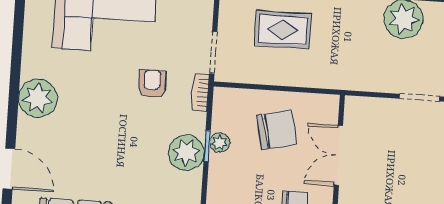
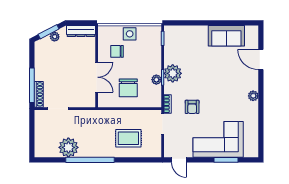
plant: (38, 98) -> (253, 96), width x0.53, depth x0.53
chair: (277, 130) -> (128, 88), turned -78

